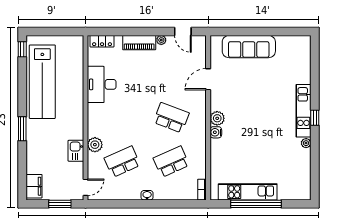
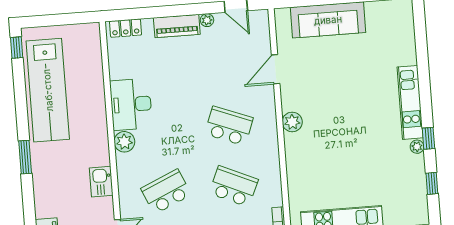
desk: (102, 84) -> (131, 104), moved
window: (315, 118) -> (428, 138), moved
water cooler: (216, 132) -> (292, 141), removed
plant: (95, 145) -> (124, 142), moved
school desk: (171, 162) -> (234, 186), turned 48
window: (315, 170) -> (432, 183), added

